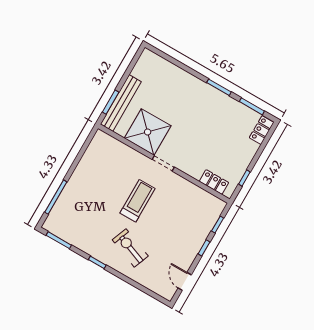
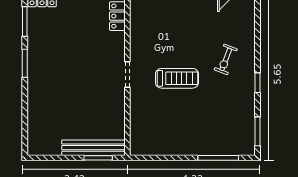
shower: (148, 132) -> (106, 106), removed
treadmill: (138, 201) -> (177, 78), turned 180
exercise bike: (130, 248) -> (226, 59), width x0.73, depth x0.72

